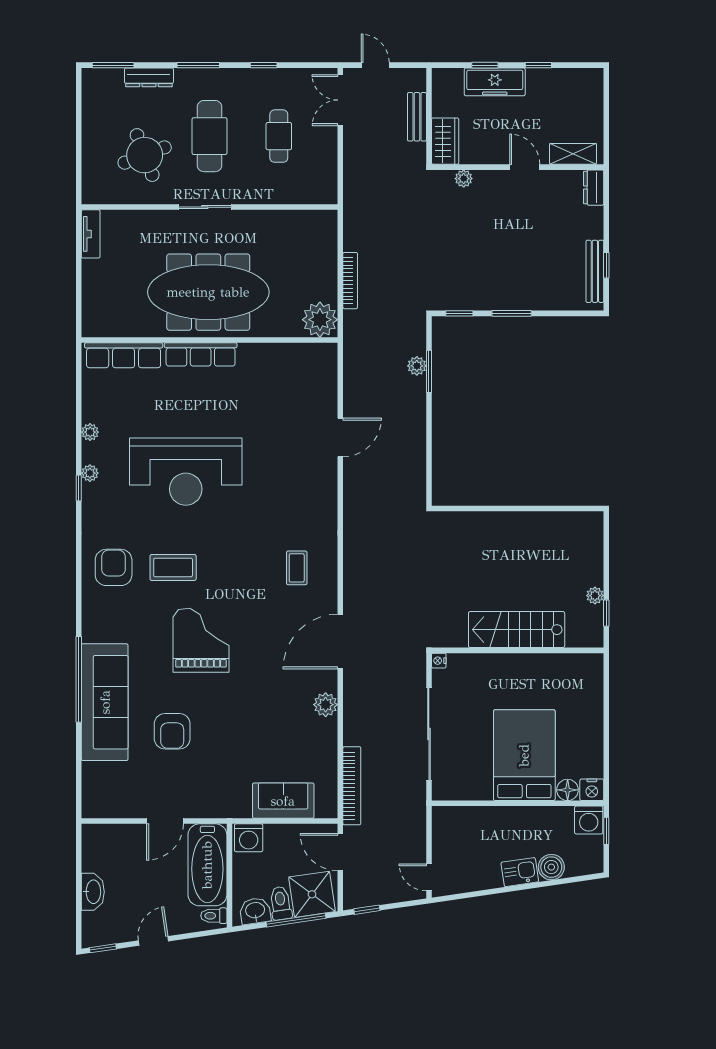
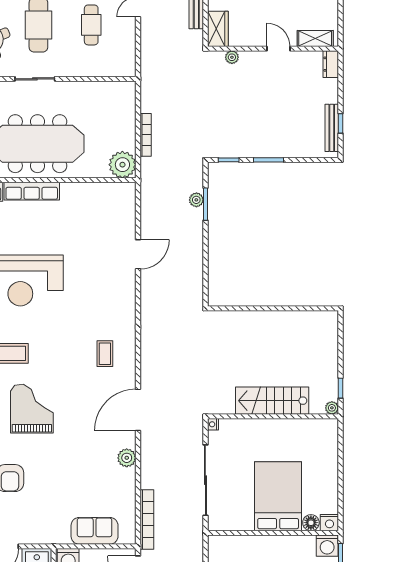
plant: (595, 596) -> (332, 408), moved

